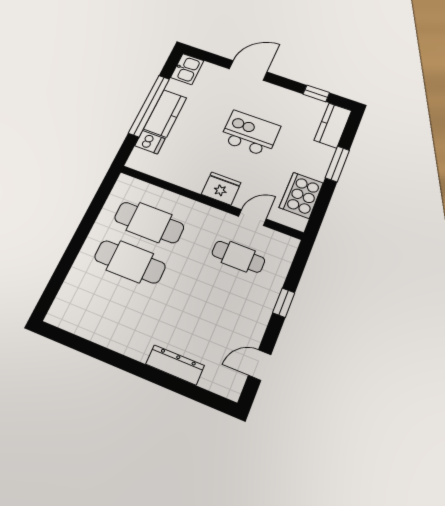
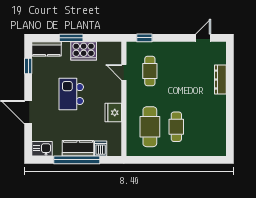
fridge: (221, 189) -> (113, 113), moved
cooker: (301, 195) -> (84, 51), moved
cafe table: (130, 262) -> (176, 127), width x0.73, depth x0.74
window: (284, 303) -> (144, 38), moved
door: (260, 365) -> (203, 38), swing flipped

